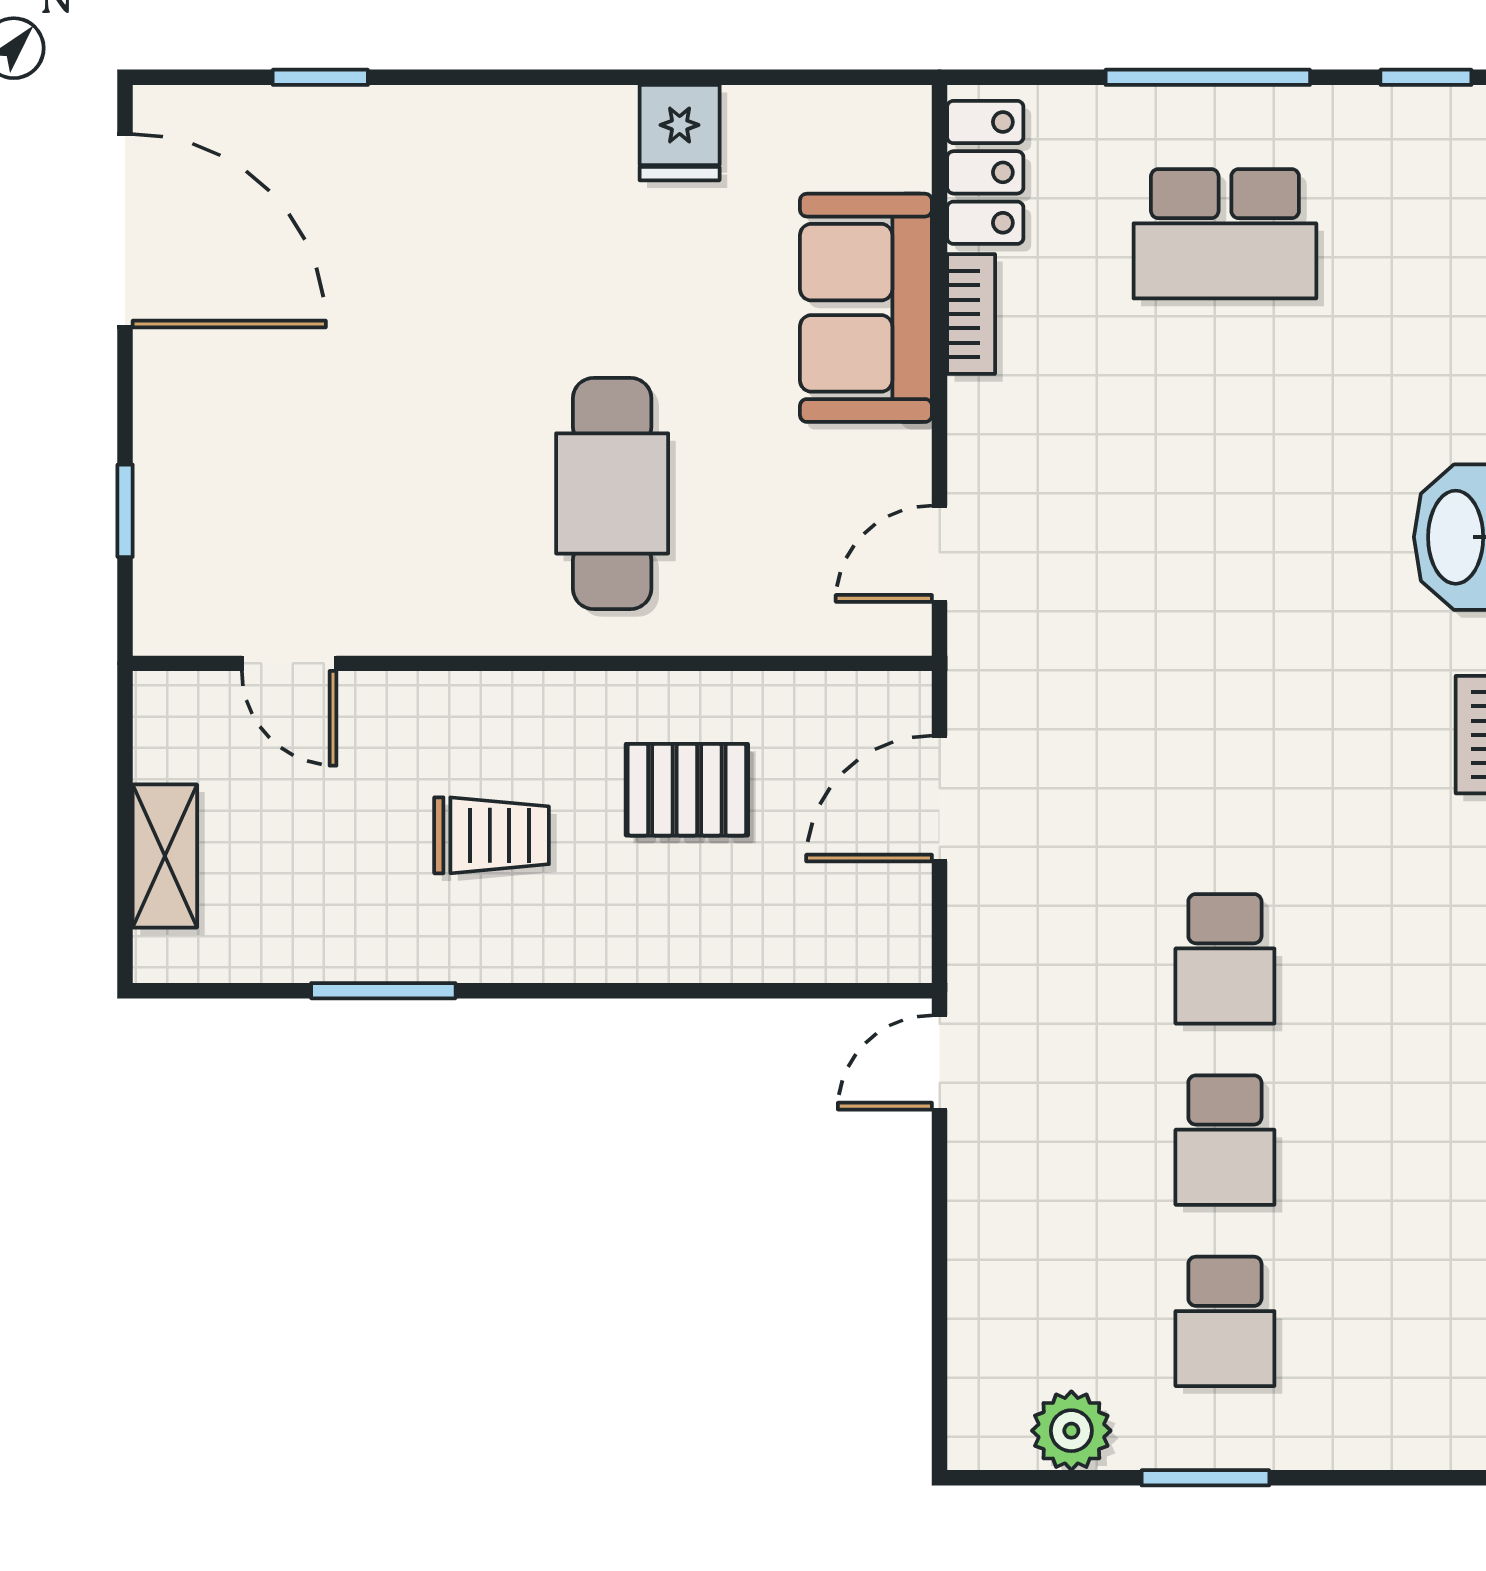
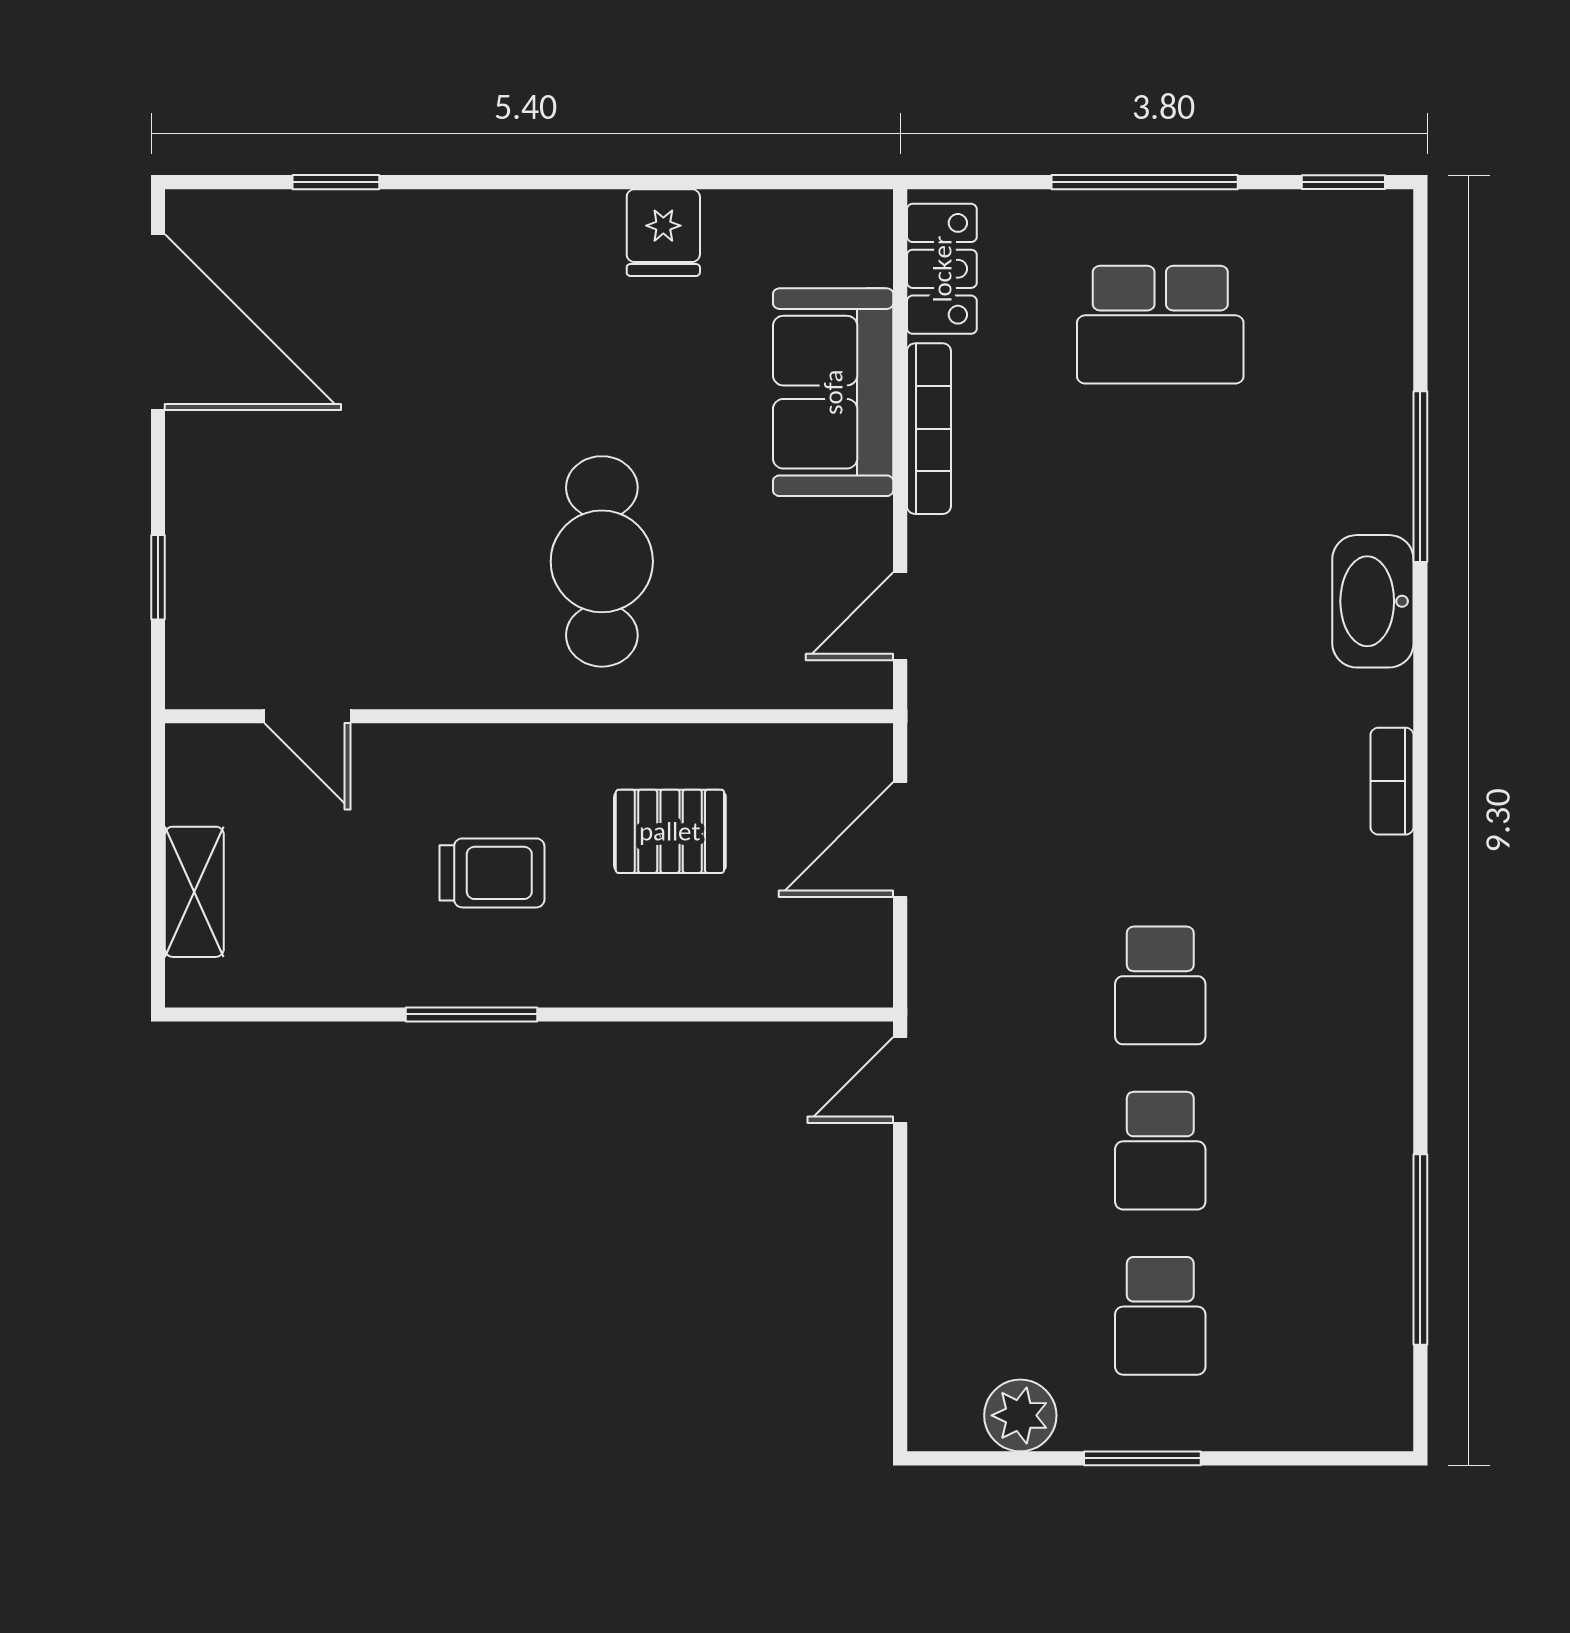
bookcase: (971, 314) -> (929, 429), width x1.56
window: (383, 991) -> (471, 1014), moved

